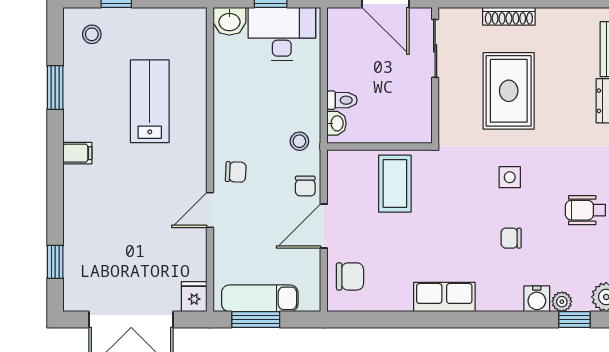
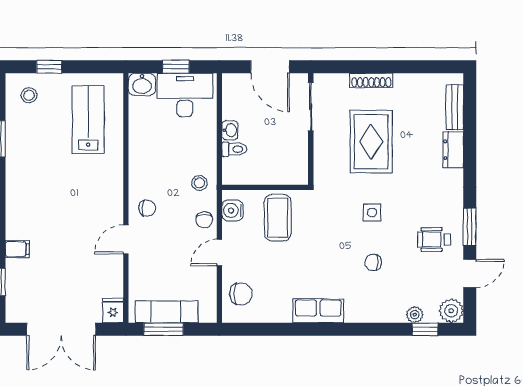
lab bench: (150, 101) -> (88, 120), moved
washbasin: (337, 123) -> (230, 130), moved
filing cabinet: (77, 153) -> (17, 249), moved
door: (324, 226) -> (219, 253), width x0.73
water cooler: (537, 299) -> (233, 211), moved, turned 90

